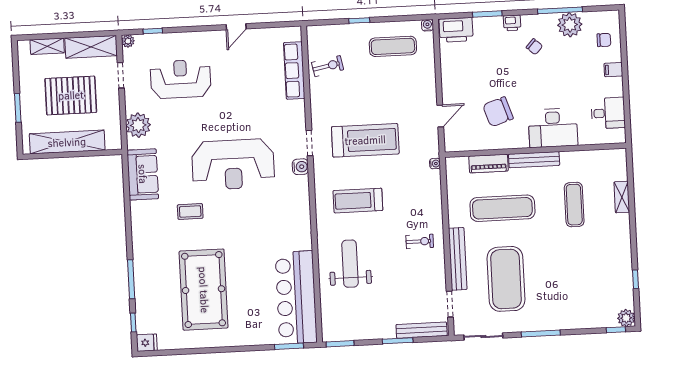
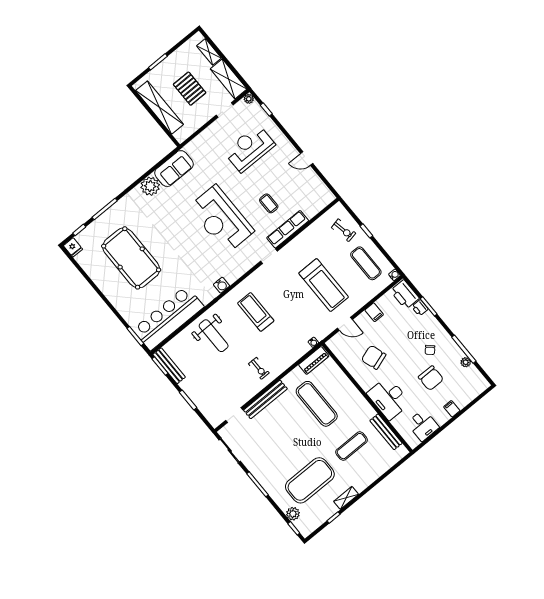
printer: (512, 23) -> (420, 308), moved
plant: (570, 25) -> (466, 362), width x0.53, depth x0.53
chair: (604, 40) -> (431, 378), moved, width x1.87, depth x1.87
exercise bike: (328, 66) -> (344, 230), moved
row of seats: (294, 70) -> (288, 229), moved
filing cabinet: (451, 76) -> (374, 312), added
reception desk: (181, 79) -> (250, 148), turned -90
pallet: (71, 95) -> (190, 89), width x0.73, depth x0.71
plant: (138, 125) -> (150, 186), moved
treadmill: (365, 140) -> (324, 285), moved
bench: (534, 160) -> (386, 432), moved
piano: (488, 164) -> (314, 360), moved, turned -90
water cooler: (300, 167) -> (222, 285), moved
shelving: (622, 197) -> (346, 498), moved
coffee table: (190, 211) -> (269, 203), moved
weight bench: (350, 264) -> (214, 336), turned 90
exercise mat: (506, 279) -> (310, 480), moved
pool table: (204, 290) -> (131, 258), turned 90
plant: (626, 318) -> (293, 514), moved
bench: (422, 330) -> (169, 366), moved

